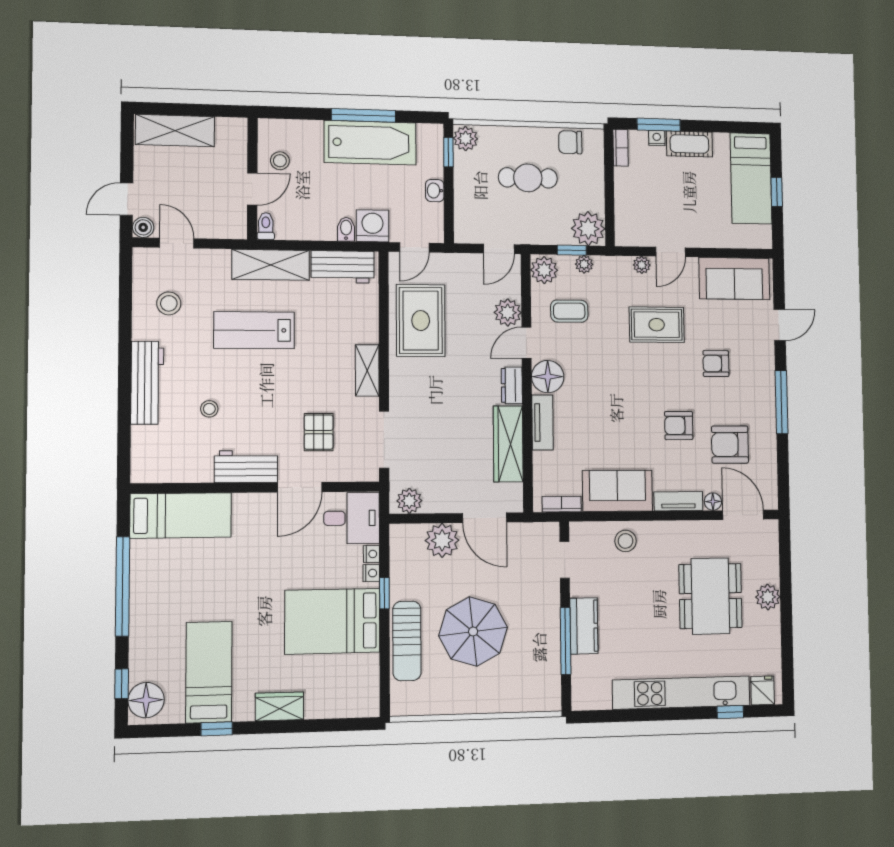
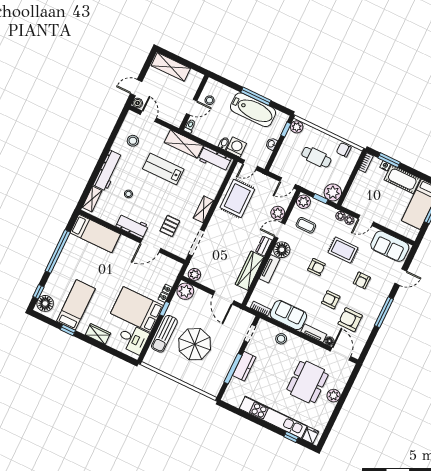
cot: (689, 144) -> (402, 179), width x1.37, depth x1.34
plant: (584, 264) -> (340, 216), moved
armchair: (716, 364) -> (362, 280), turned -90
armchair: (625, 378) -> (316, 267), added
shelving: (142, 452) -> (92, 199), added
desk: (352, 518) -> (133, 339), moved
plant: (442, 540) -> (185, 291), moved

